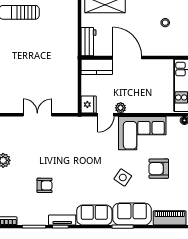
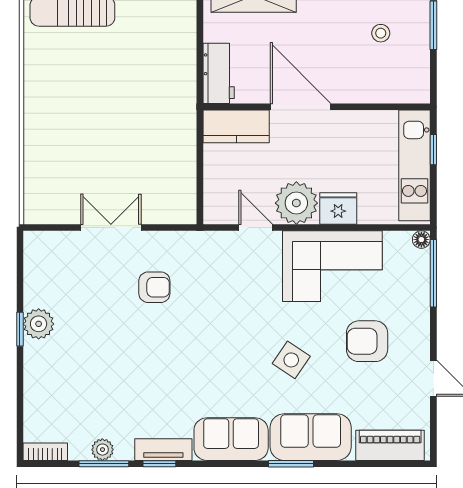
fridge: (89, 105) -> (338, 208), moved, turned -90
plant: (121, 108) -> (296, 203), width x1.88, depth x1.88
door: (106, 115) -> (256, 228), swing flipped
armchair: (45, 185) -> (154, 287), moved
plant: (33, 220) -> (102, 450), added

